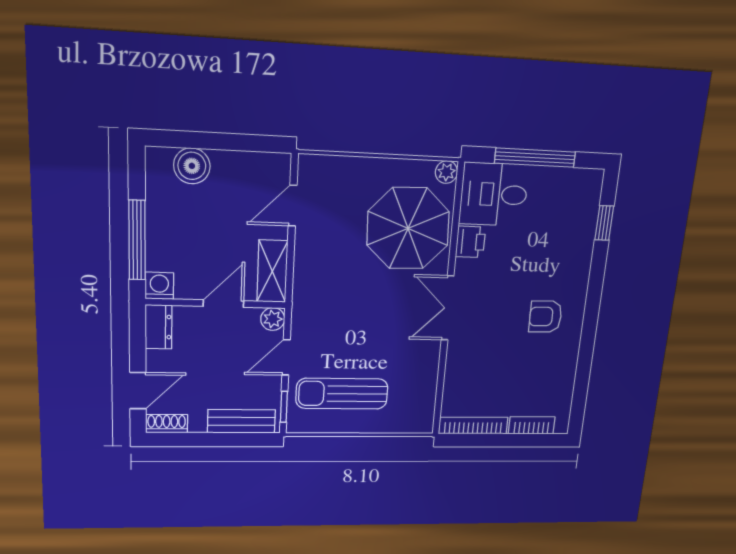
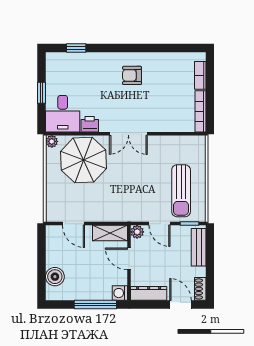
window: (535, 158) -> (42, 93), width x0.46
armchair: (545, 317) -> (132, 75), turned 91
dresser: (159, 327) -> (149, 293), width x1.44

